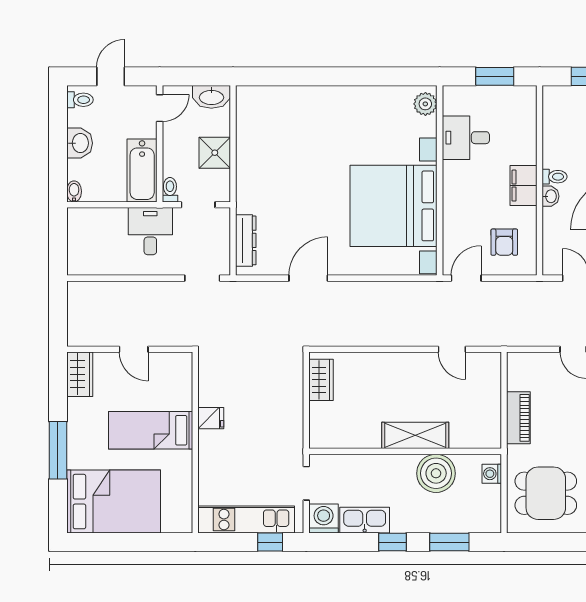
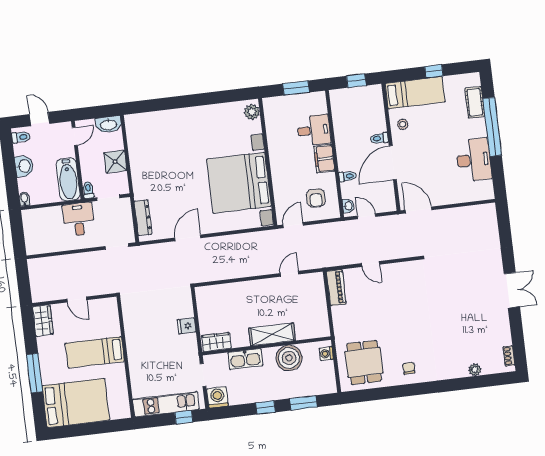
door: (111, 76) -> (39, 119), hinge flipped
desk: (466, 138) -> (314, 130), moved, turned 180
toilet: (555, 177) -> (347, 176), moved
washbasin: (551, 196) -> (348, 206), moved
door: (452, 349) -> (289, 274), swing flipped
wardrobe: (321, 380) -> (216, 342), moved, turned -90
fridge: (211, 418) -> (187, 326), moved, turned 180
piano: (518, 418) -> (336, 288), moved
dining table: (546, 493) -> (364, 362), turned 90
kitchen sink: (365, 520) -> (245, 359), moved, turned 180

